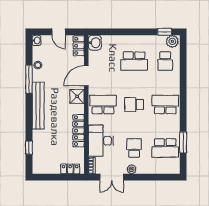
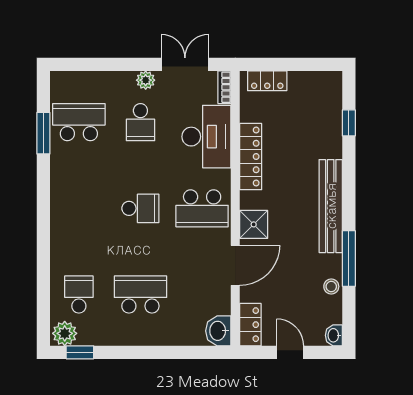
school desk: (165, 105) -> (79, 208), removed

